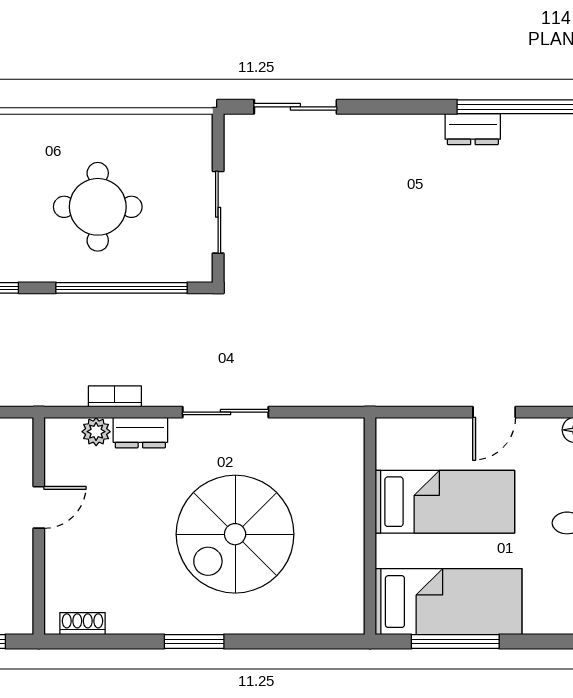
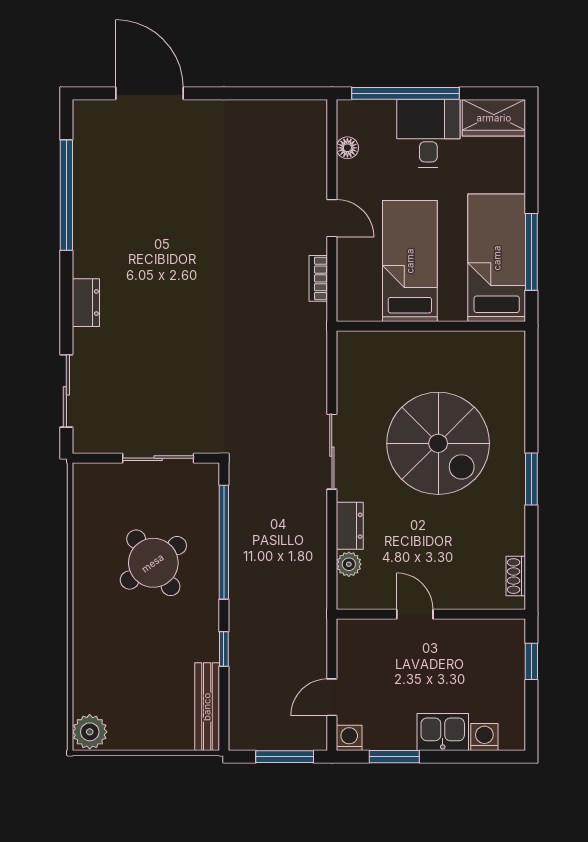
dresser: (473, 129) -> (86, 303), moved
round table: (98, 207) -> (153, 563), turned -36
bookcase: (115, 396) -> (318, 278), moved

